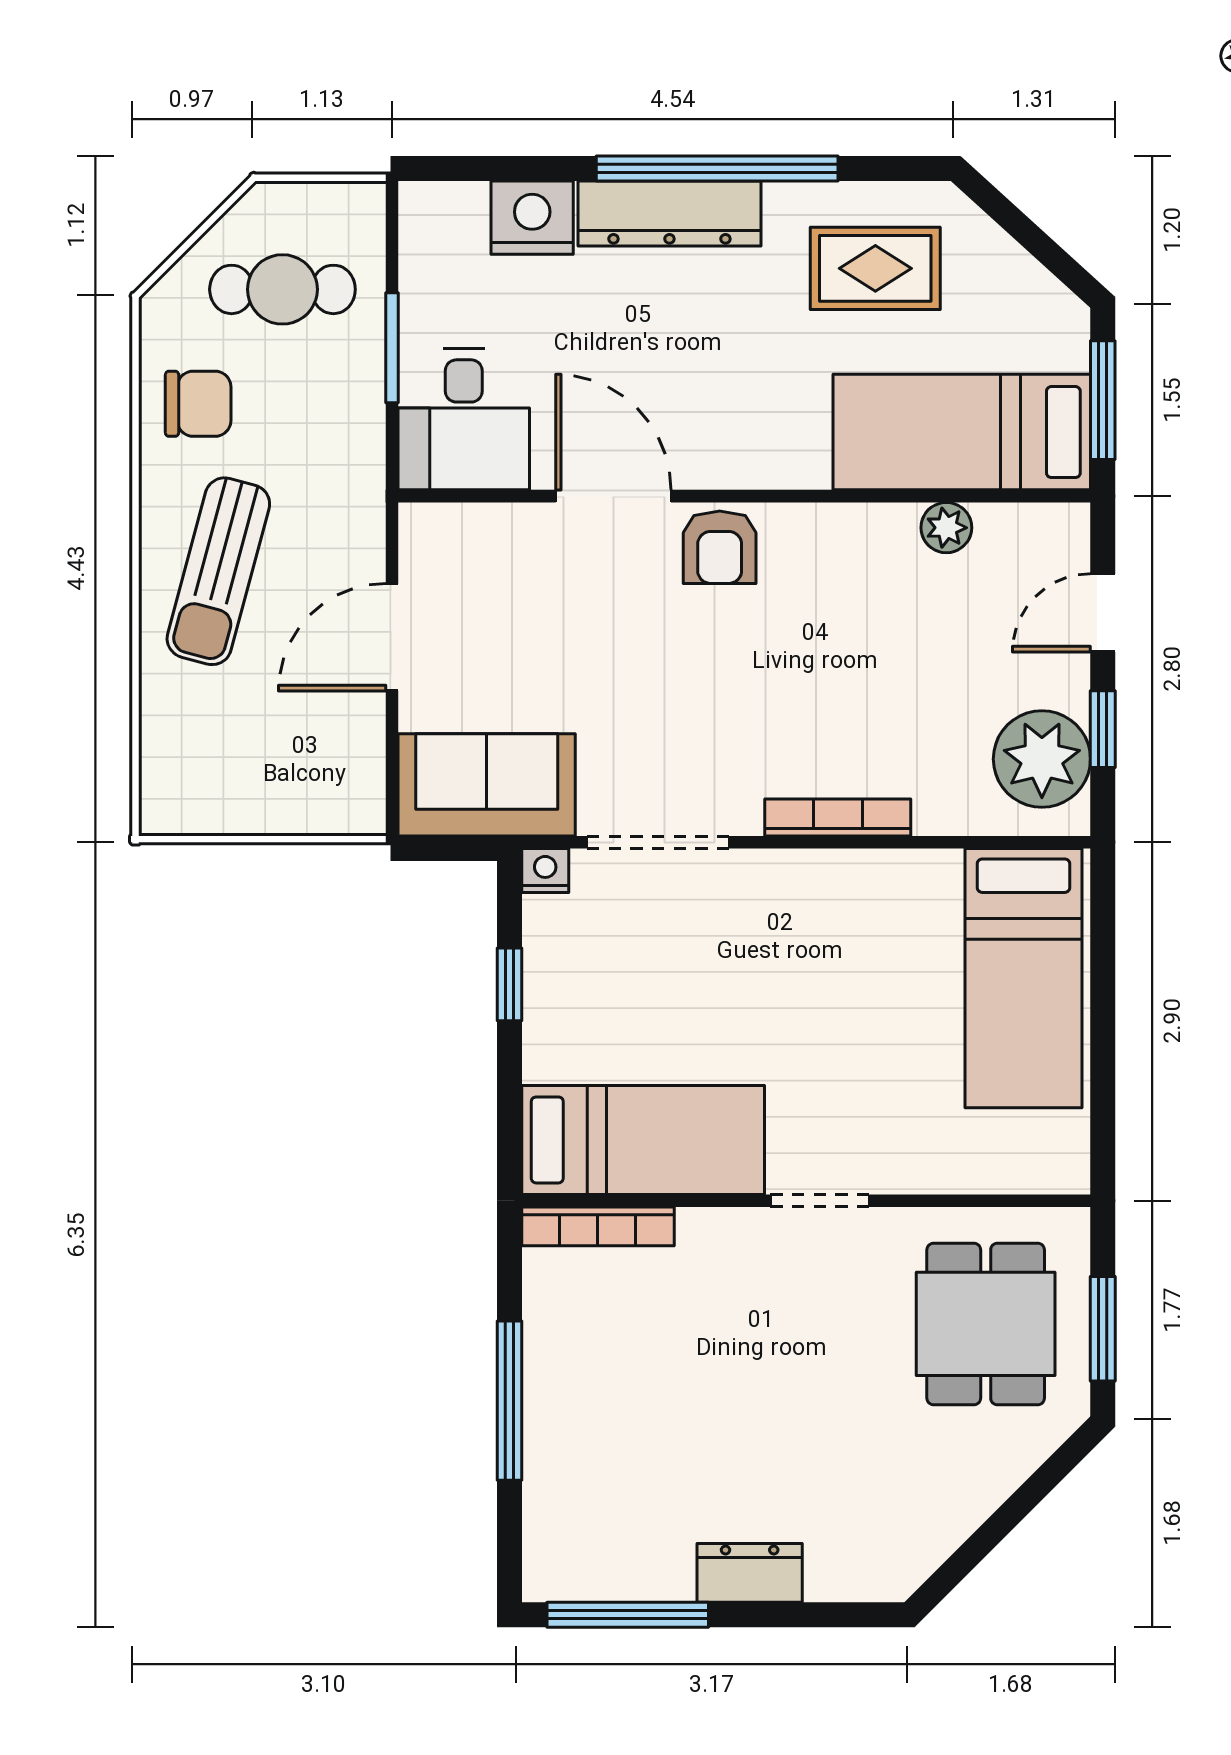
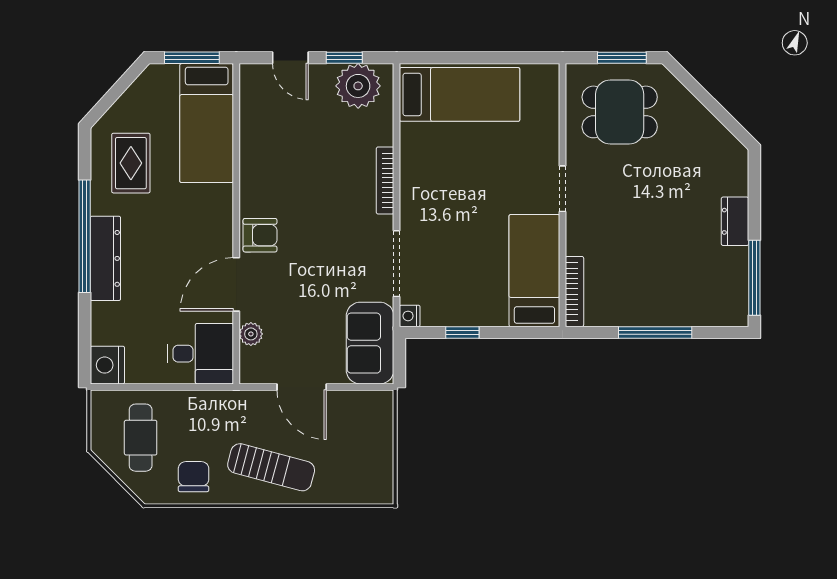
nightstand: (532, 218) -> (107, 365), moved
window: (392, 348) -> (168, 387), removed
plant: (946, 528) -> (251, 334), moved

